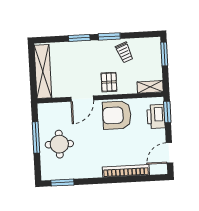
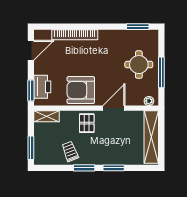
plant: (47, 108) -> (149, 101), added
armchair: (117, 115) -> (81, 90), turned 180

